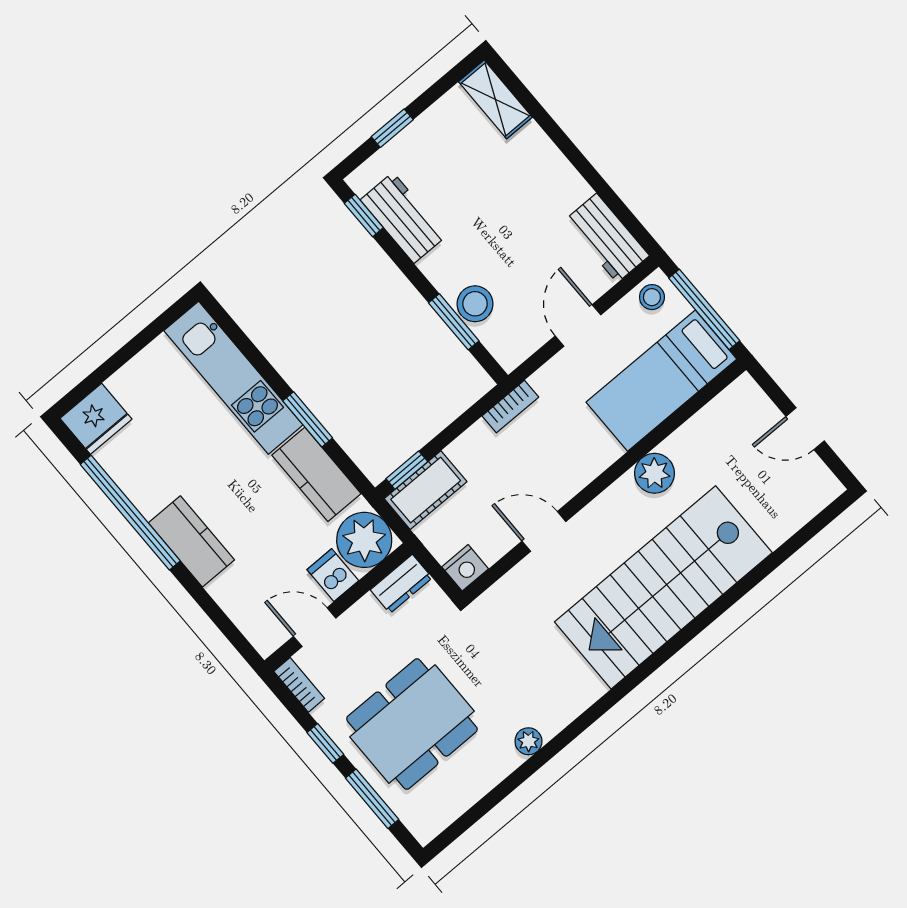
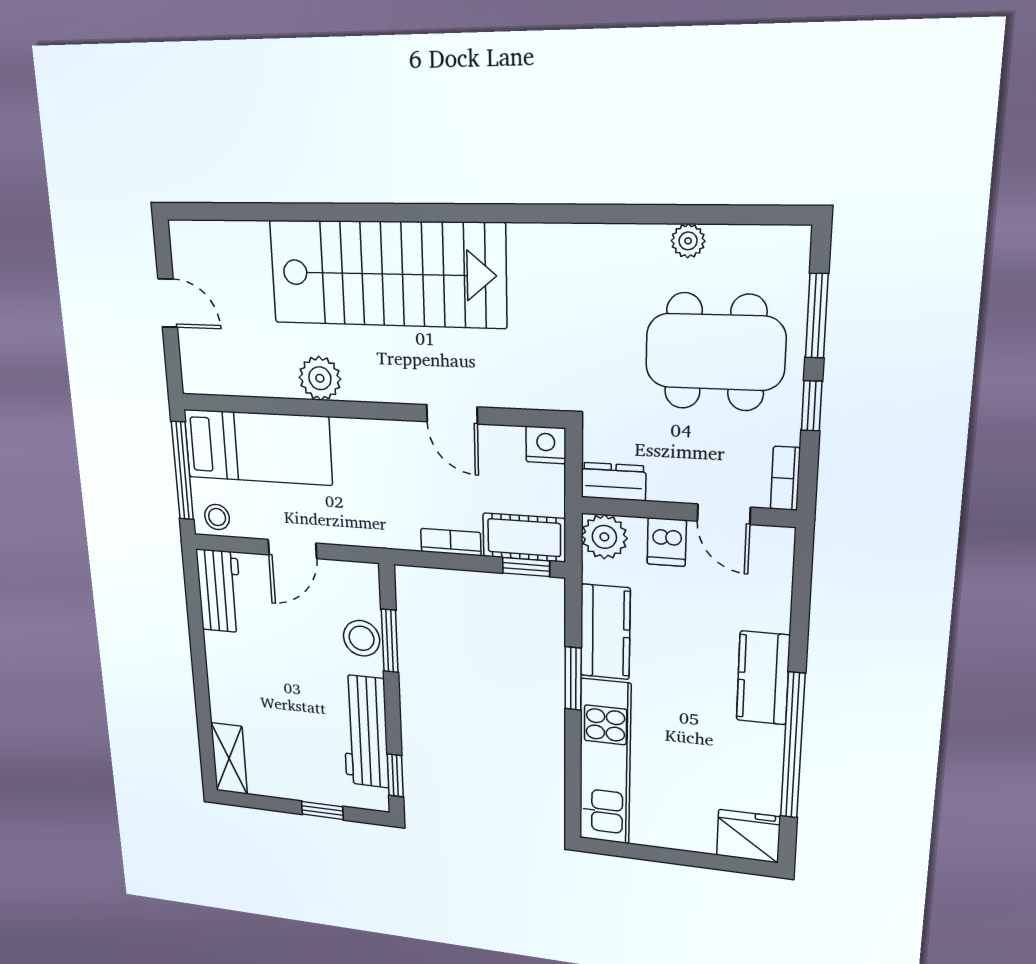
workbench: (403, 218) -> (365, 732), width x1.38
bookcase: (510, 406) -> (451, 542), moved
plant: (364, 540) -> (604, 537), width x0.73, depth x0.73
plant: (528, 741) -> (688, 241), moved

